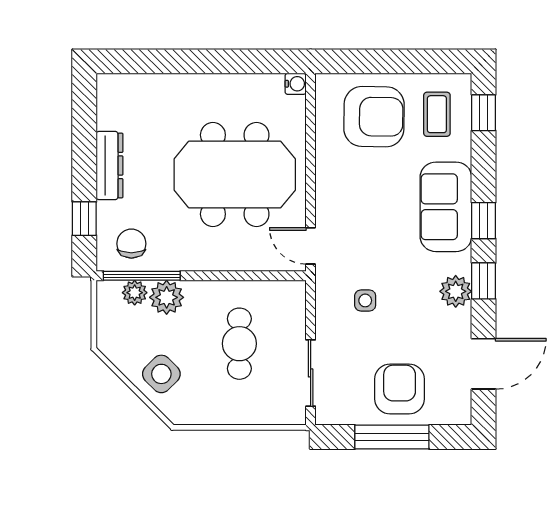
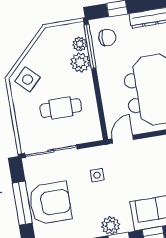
sliding door: (311, 373) -> (51, 151), width x1.37
side table: (161, 374) -> (28, 79), moved
armchair: (400, 389) -> (50, 203), width x1.36, depth x1.36

